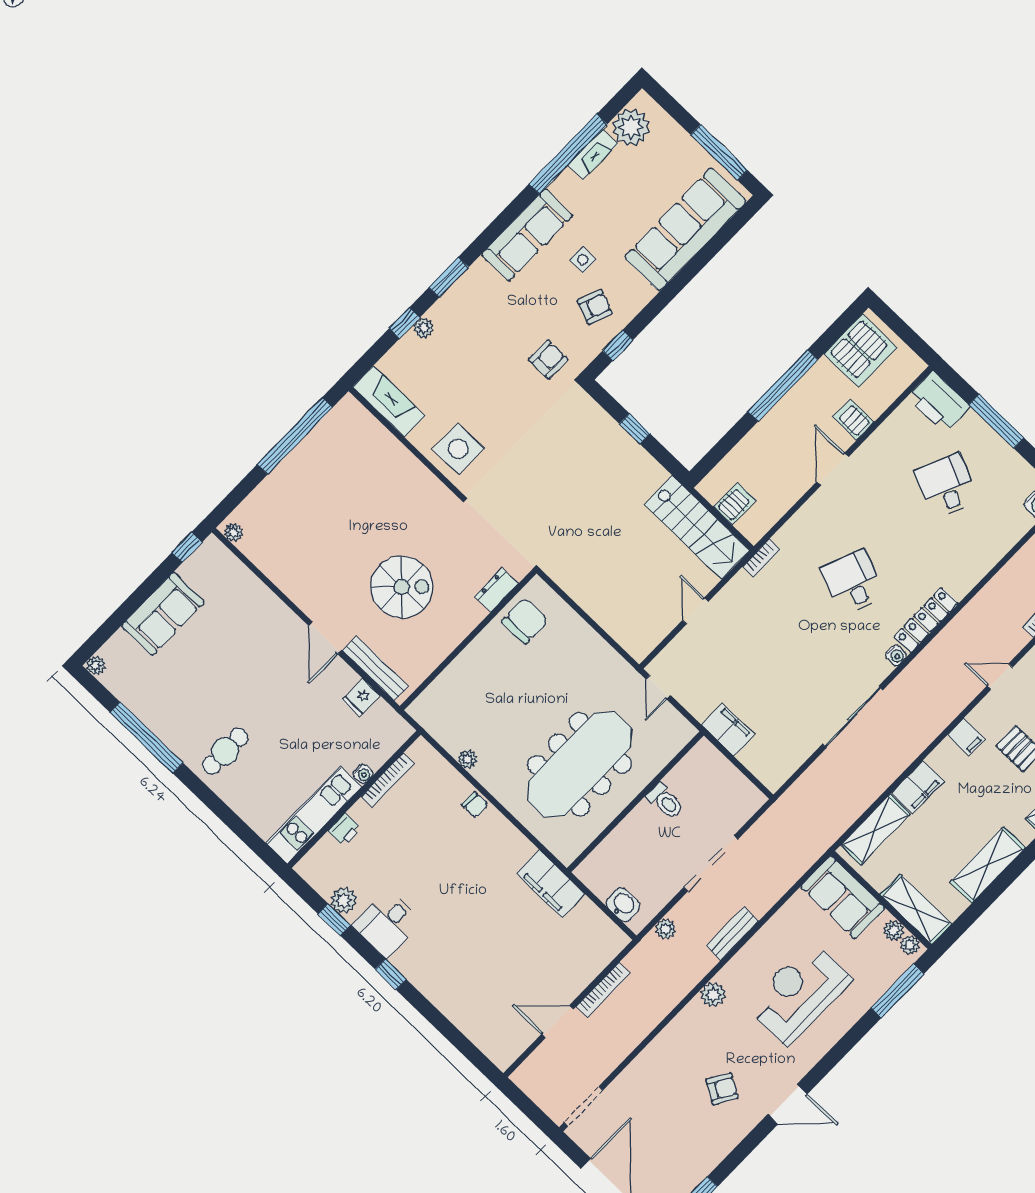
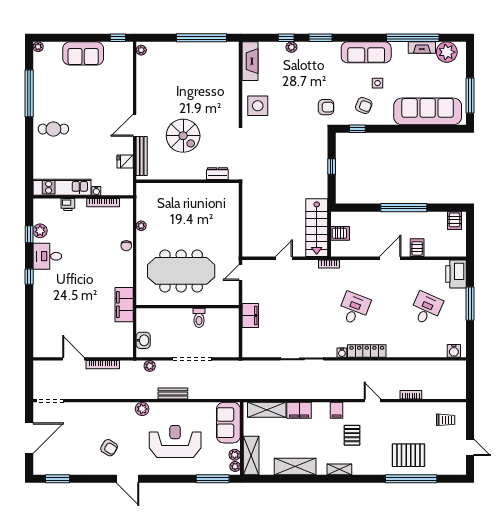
server rack: (861, 351) -> (454, 221), width x0.46, depth x0.70
chair: (525, 621) -> (216, 196), removed

